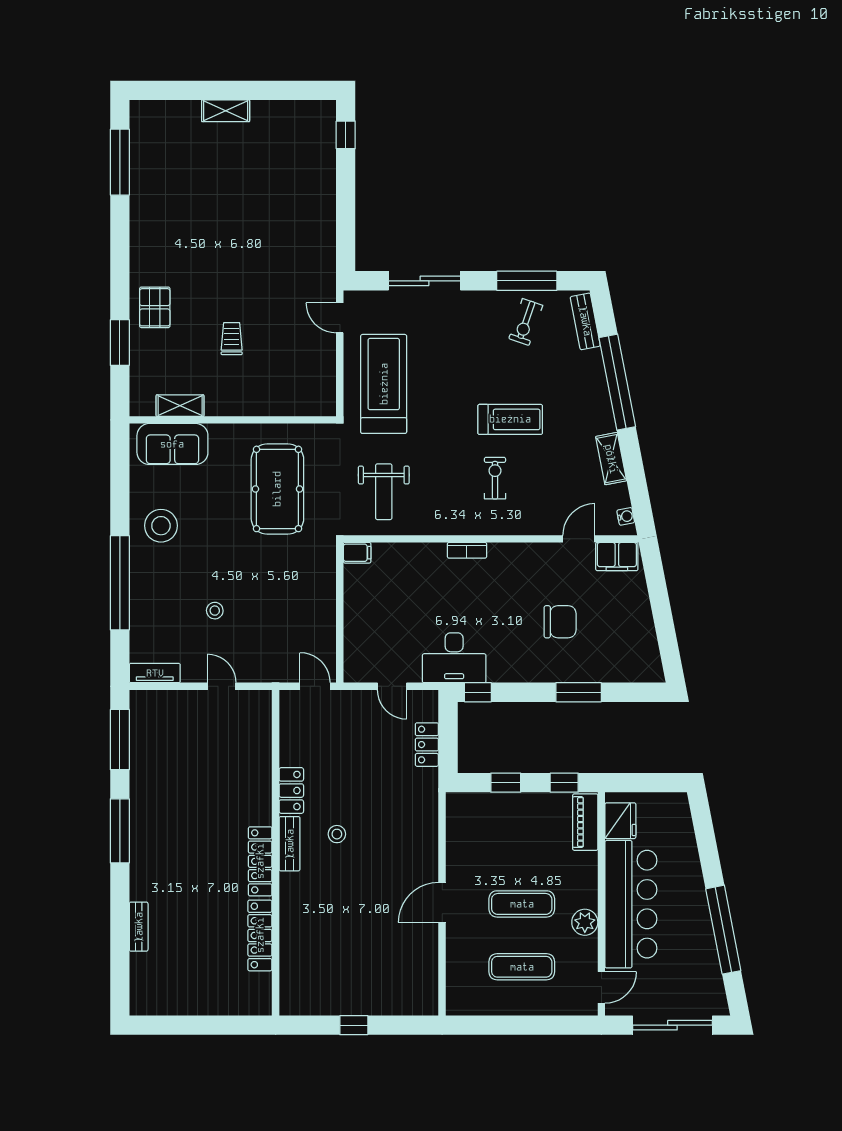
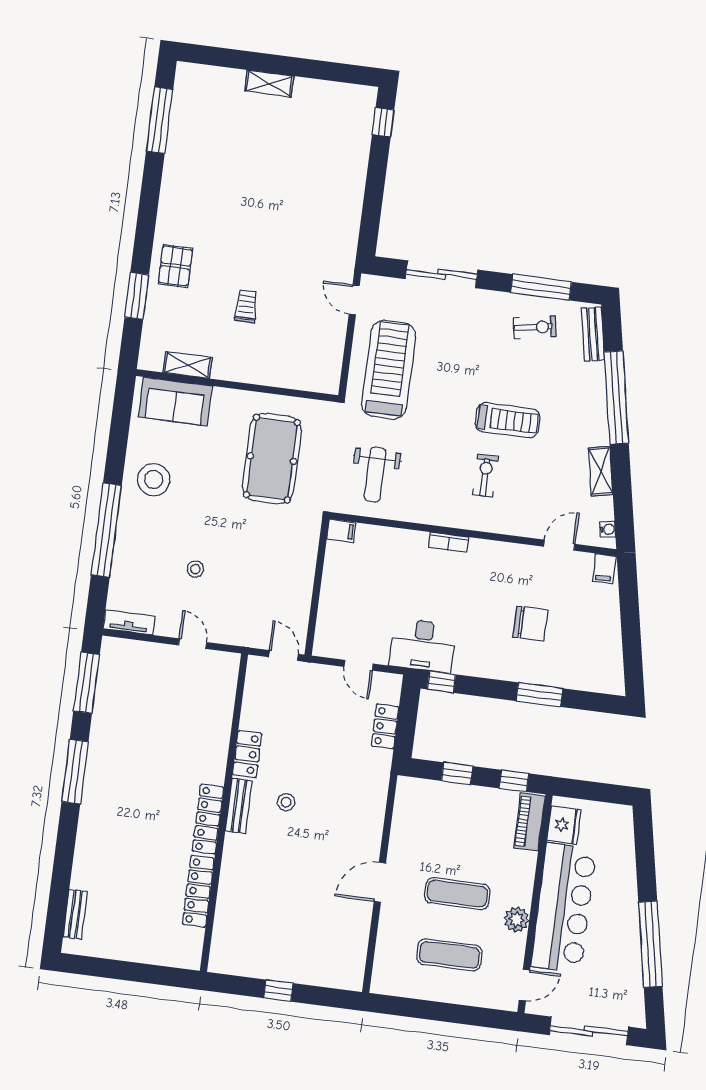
exercise bike: (526, 322) -> (535, 327), turned -119
filing cabinet: (617, 556) -> (604, 569), width x0.50
bench: (139, 927) -> (75, 914), moved

